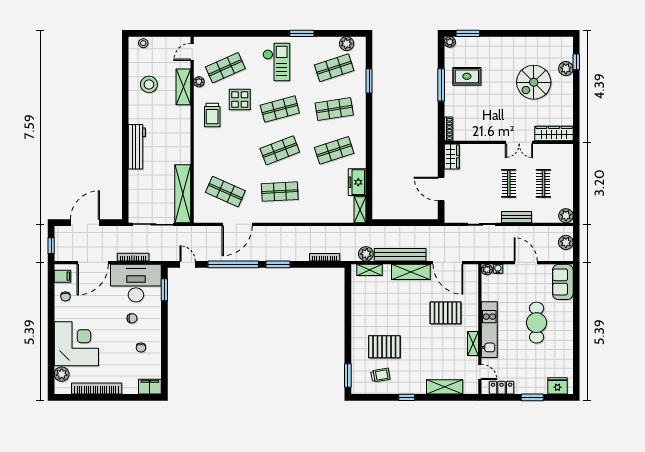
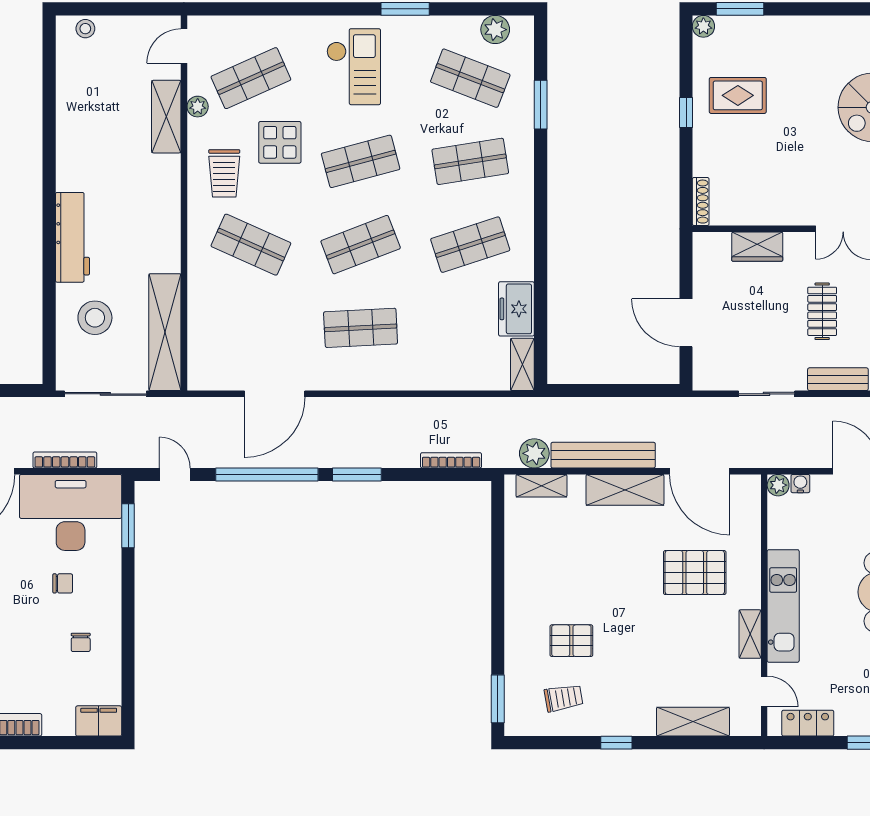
shop shelf: (334, 68) -> (470, 78), turned 39
stool: (149, 84) -> (95, 318), moved
window: (441, 85) -> (686, 113), width x0.46
wardrobe: (452, 157) -> (757, 247), moved, turned 90
shop shelf: (225, 192) -> (251, 245), moved
pallet: (384, 347) -> (571, 641), width x0.67, depth x0.71

